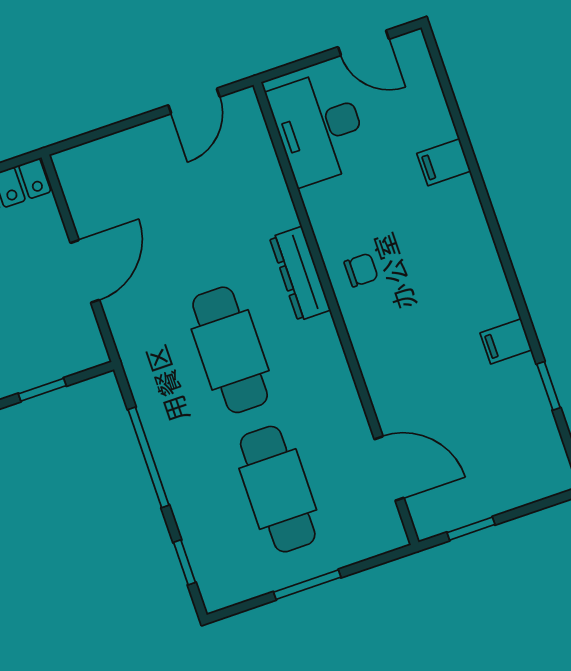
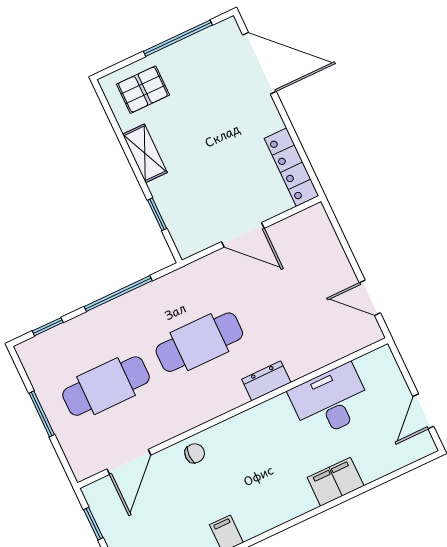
desk: (319, 127) -> (331, 401), moved
filing cabinet: (444, 162) -> (336, 482), width x2.00
chair: (361, 270) -> (195, 453), moved, turned -90
dresser: (300, 274) -> (266, 381), width x0.70

